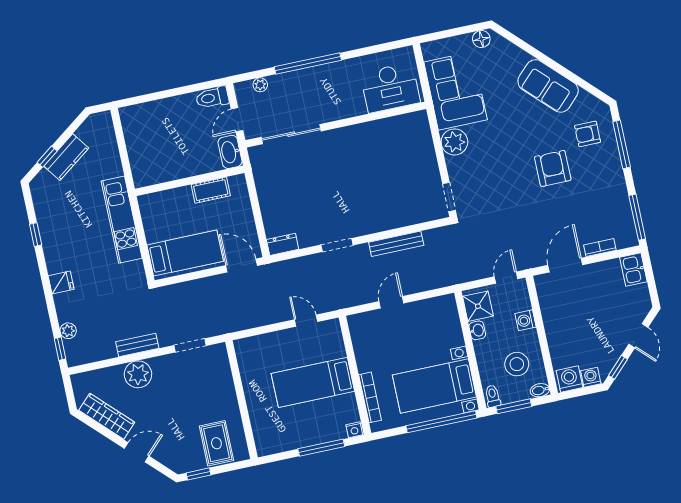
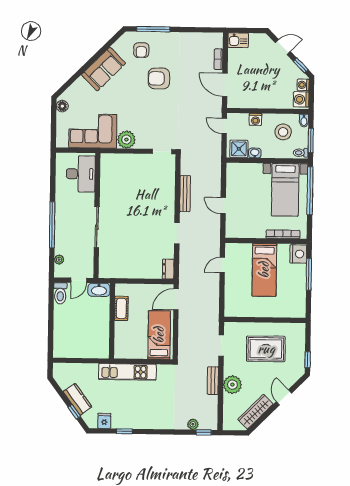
door: (237, 120) -> (79, 280), hinge flipped
sliding door: (291, 134) -> (97, 227), moved
window: (637, 217) -> (204, 30), removed
fridge: (61, 283) -> (104, 421), moved
nightstand: (354, 430) -> (298, 254), width x1.89, depth x1.79
rug: (216, 443) -> (266, 349), moved, width x1.36, depth x1.43

